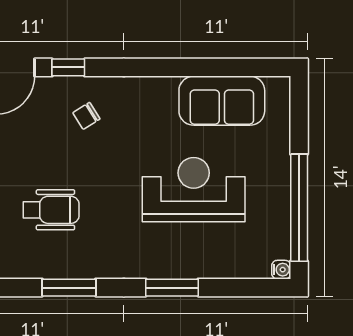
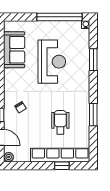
reception desk: (194, 190) -> (52, 62), turned 180
window: (172, 288) -> (93, 60), moved

